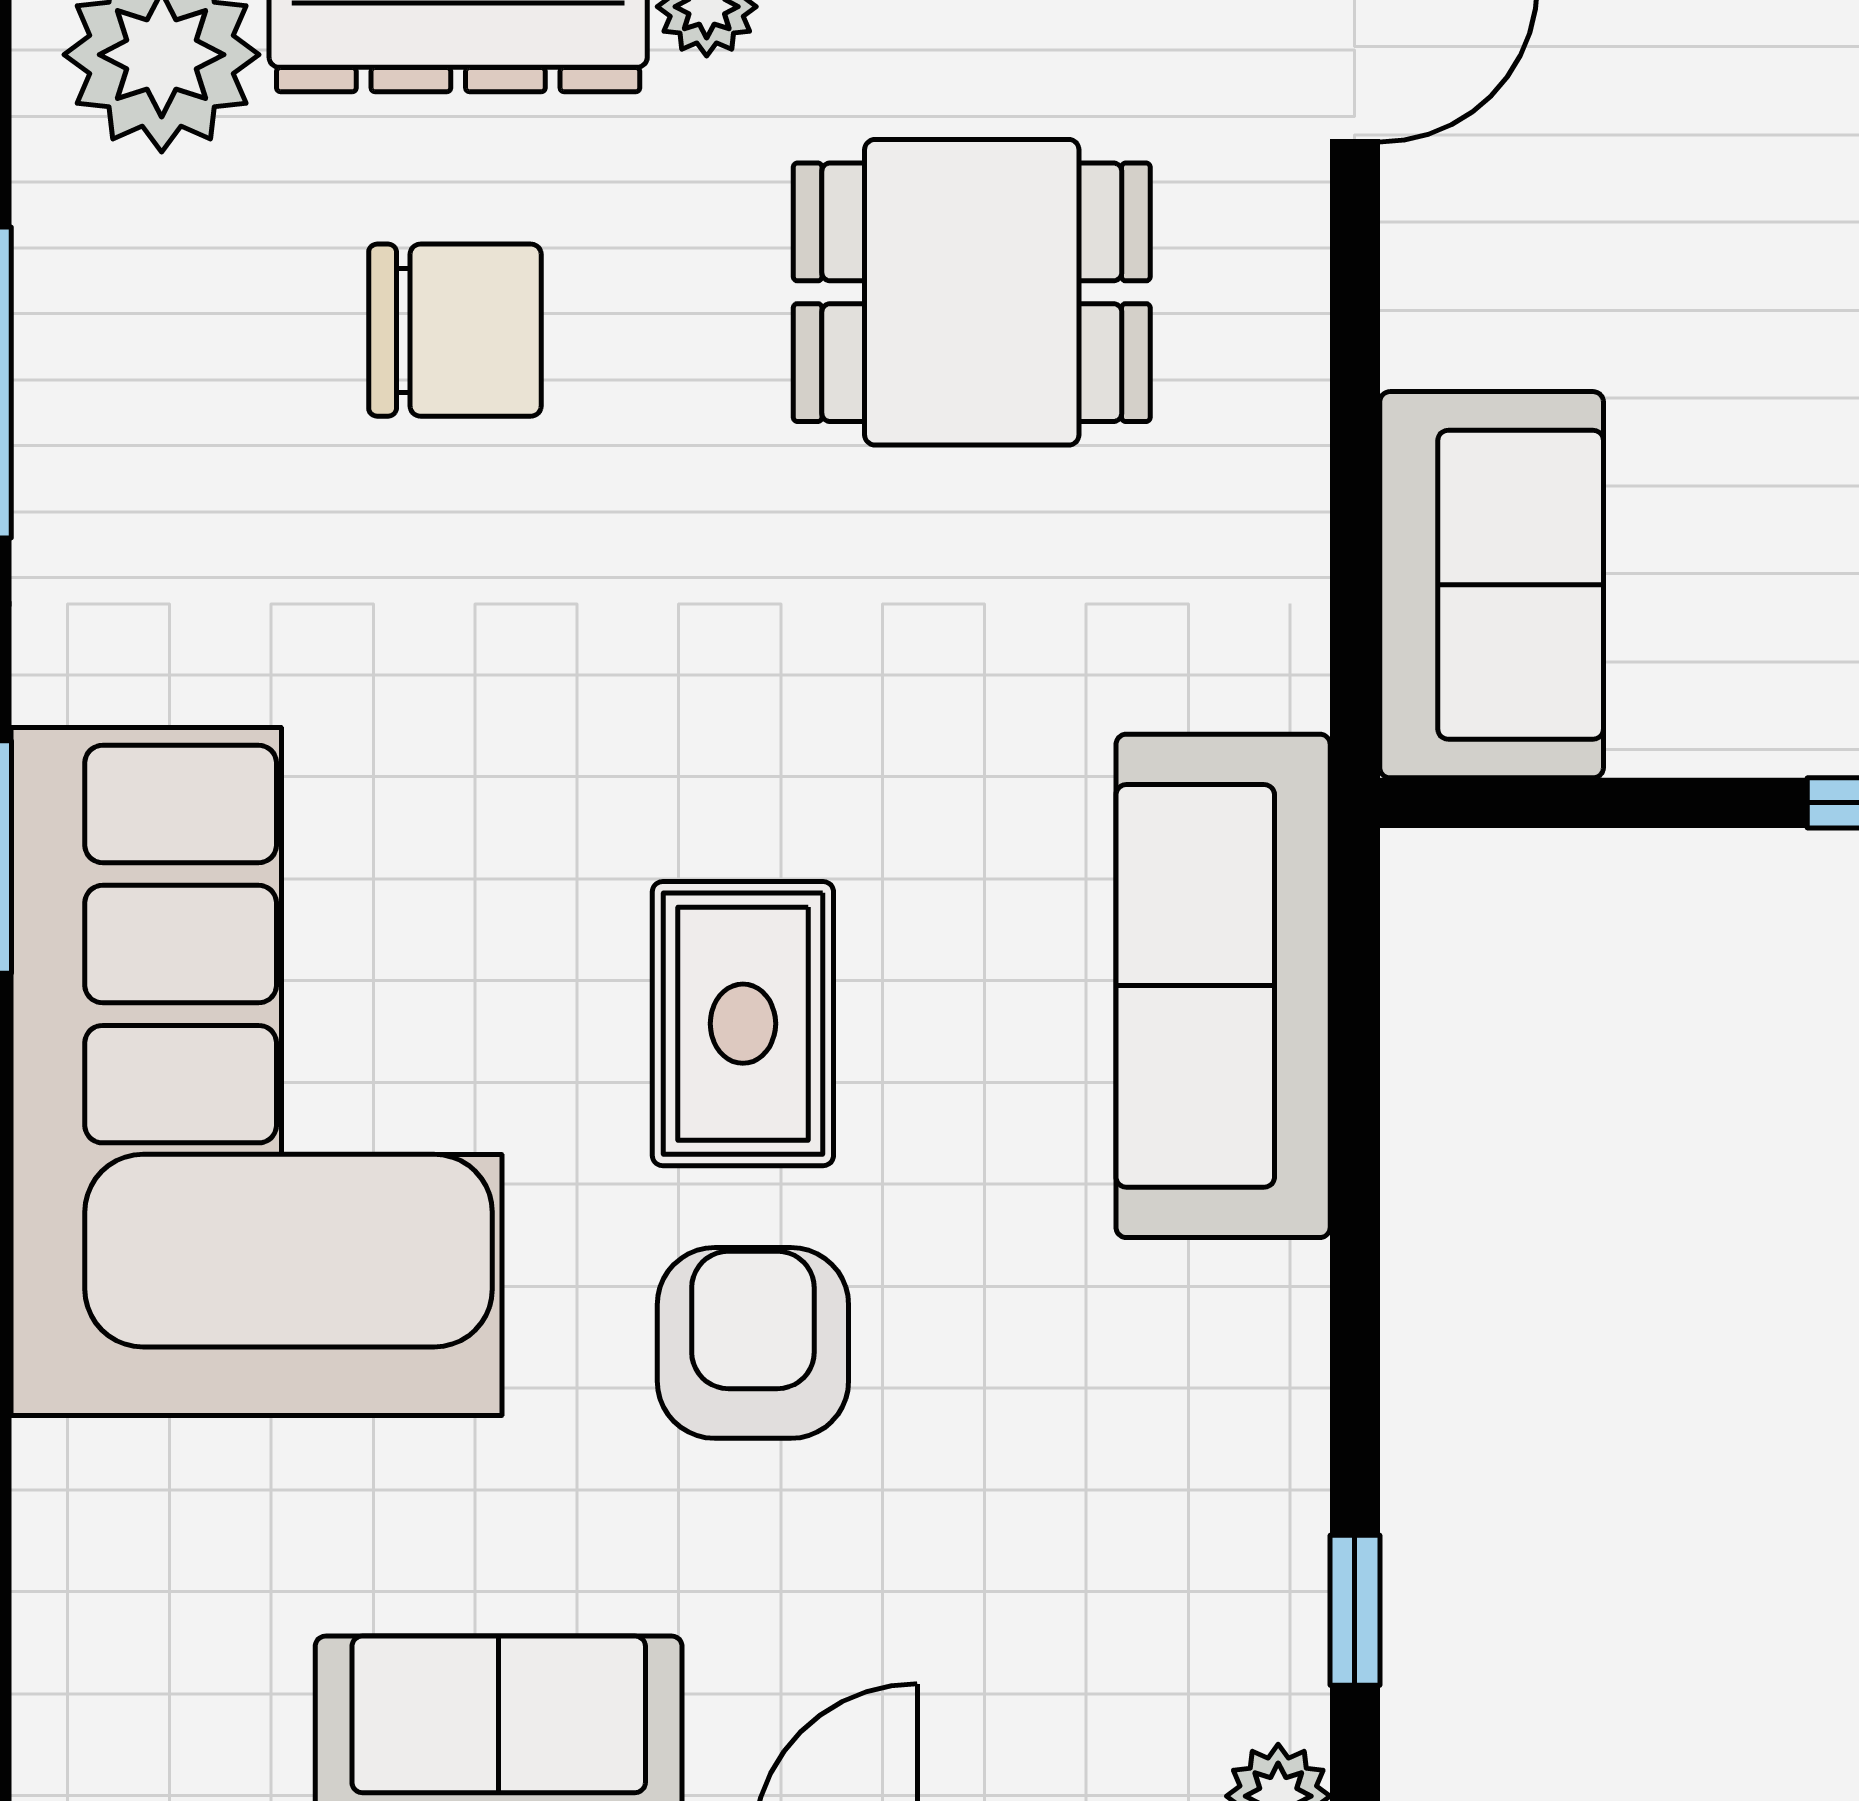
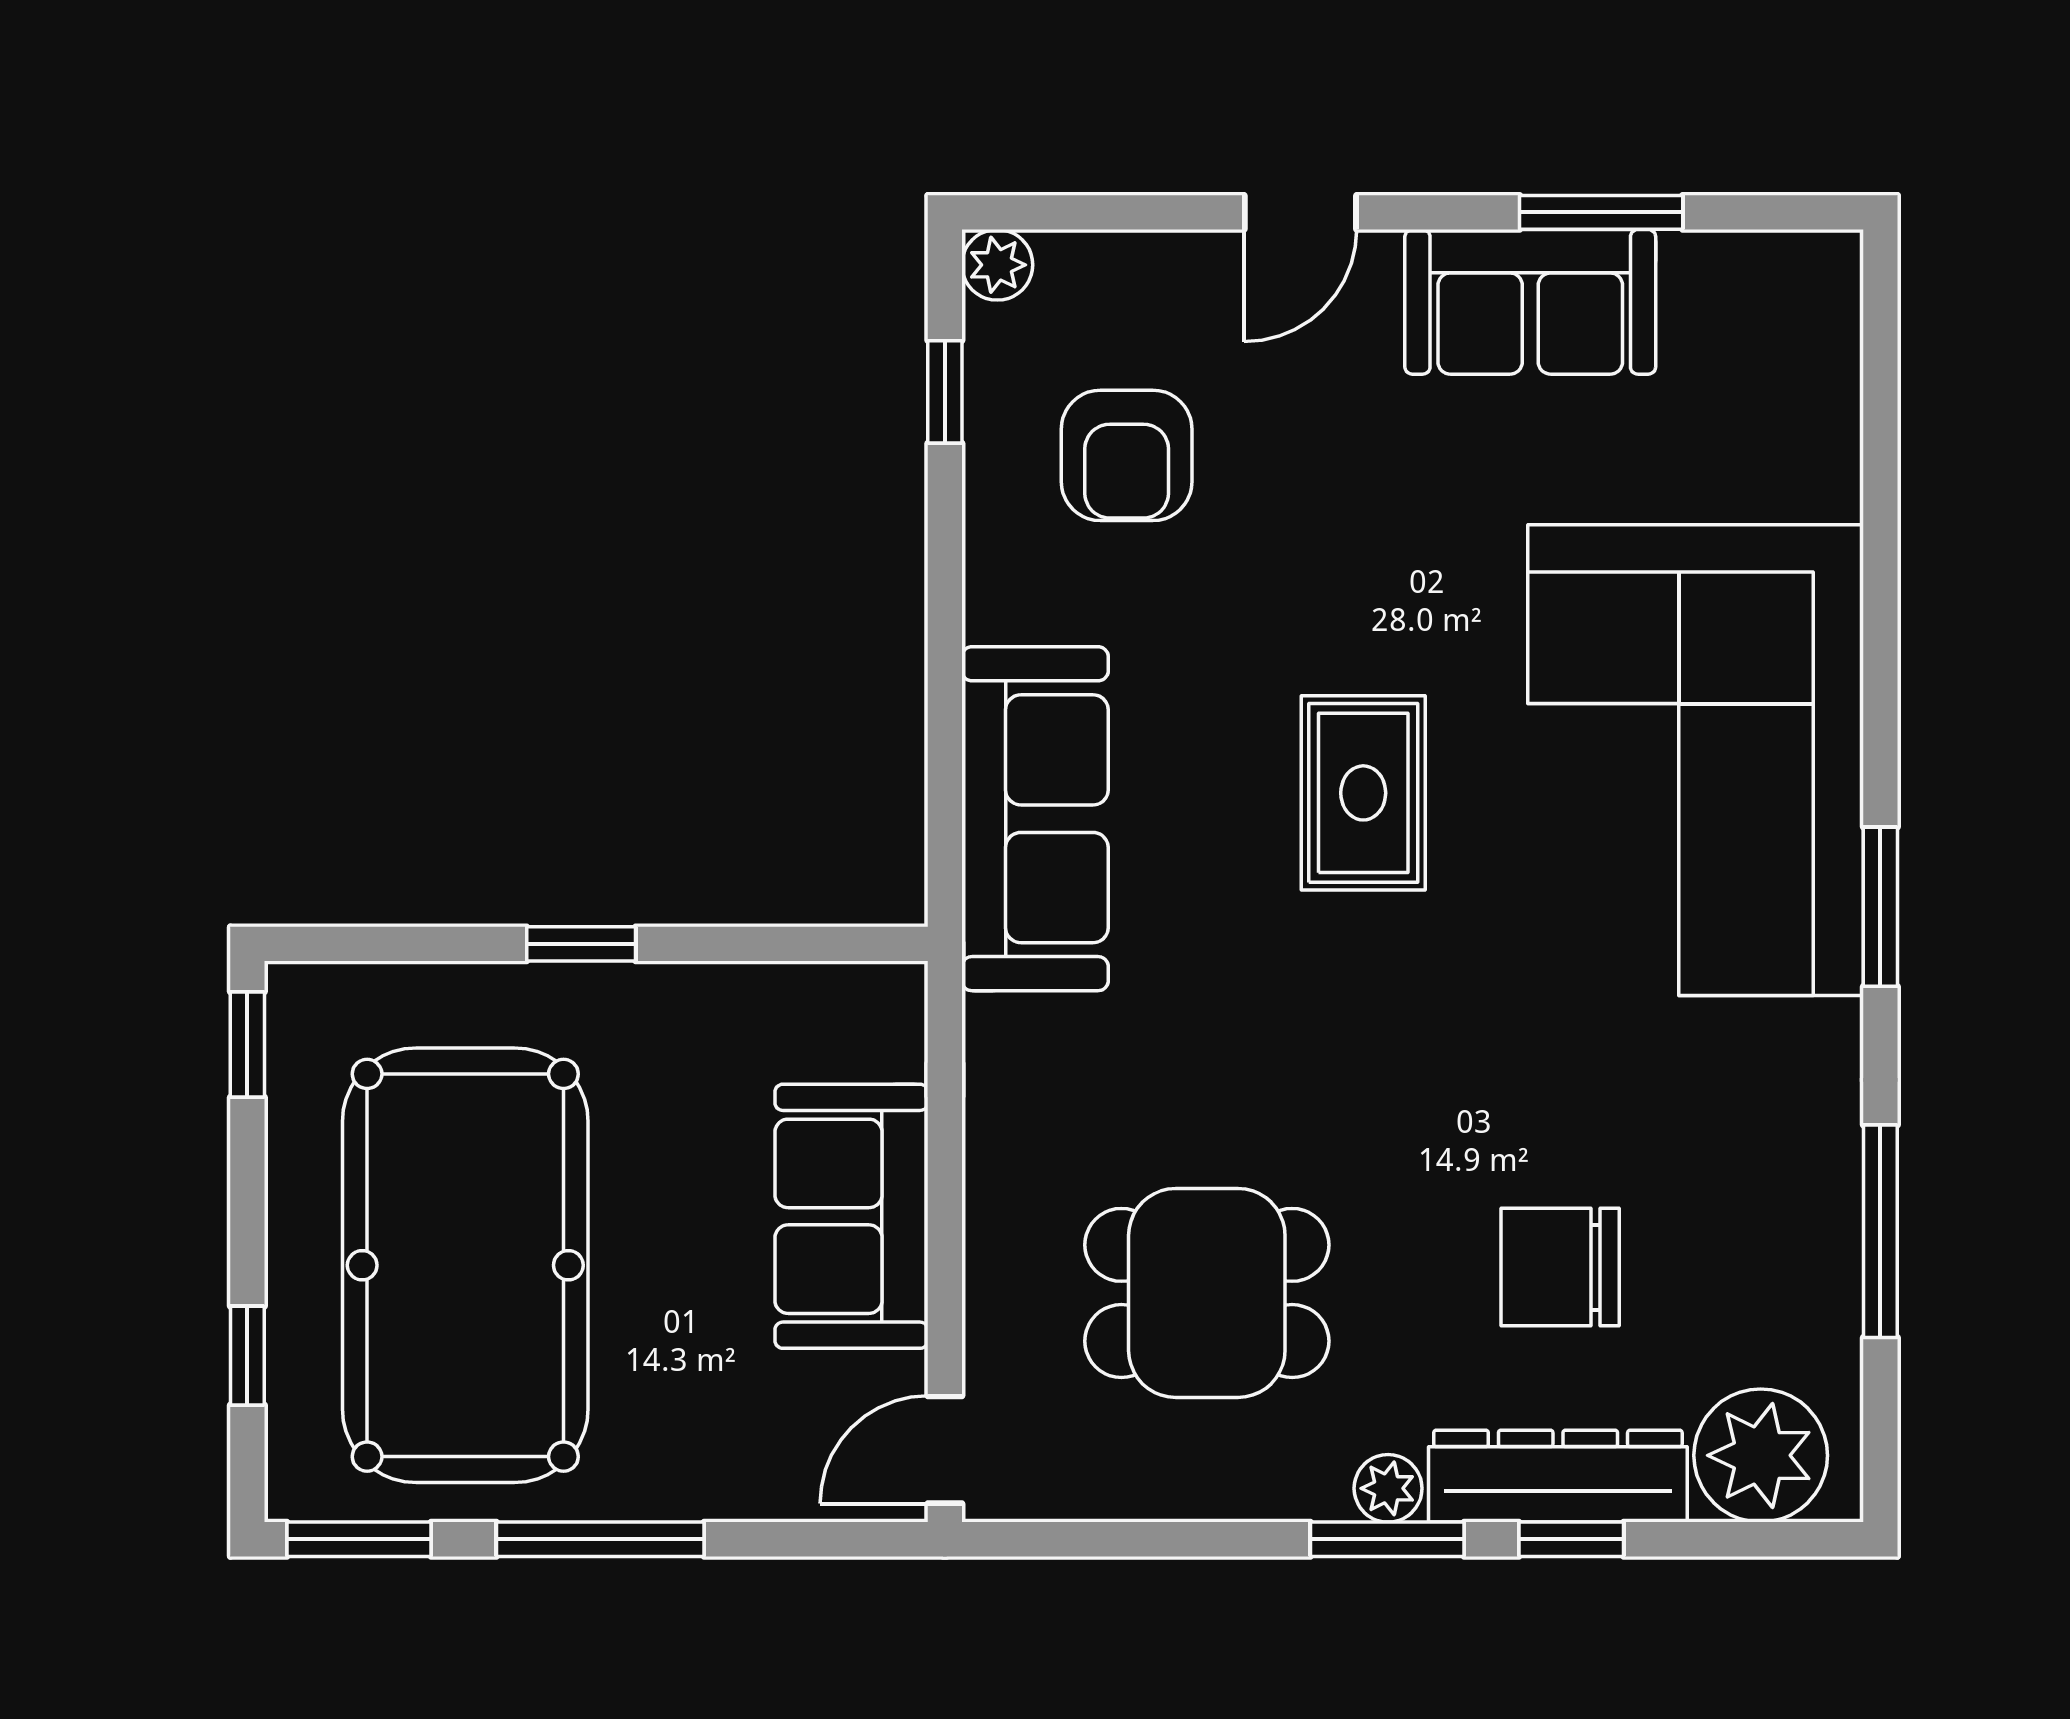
sofa: (1492, 585) -> (851, 1216), moved
armchair: (753, 1343) -> (1127, 455), moved

